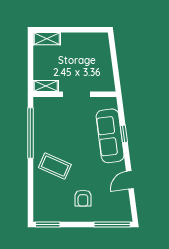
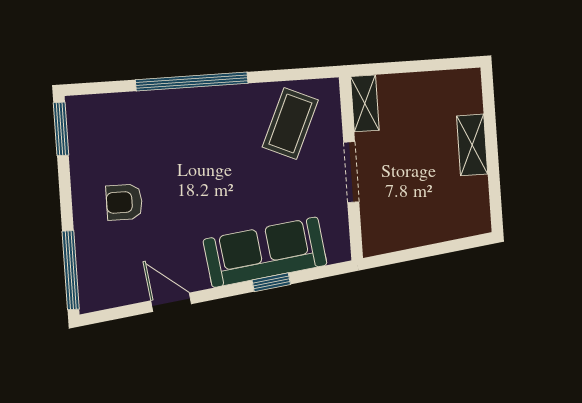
shelving: (47, 39) -> (472, 145), moved
window: (30, 133) -> (192, 82), moved
coffee table: (55, 166) -> (290, 123), moved

